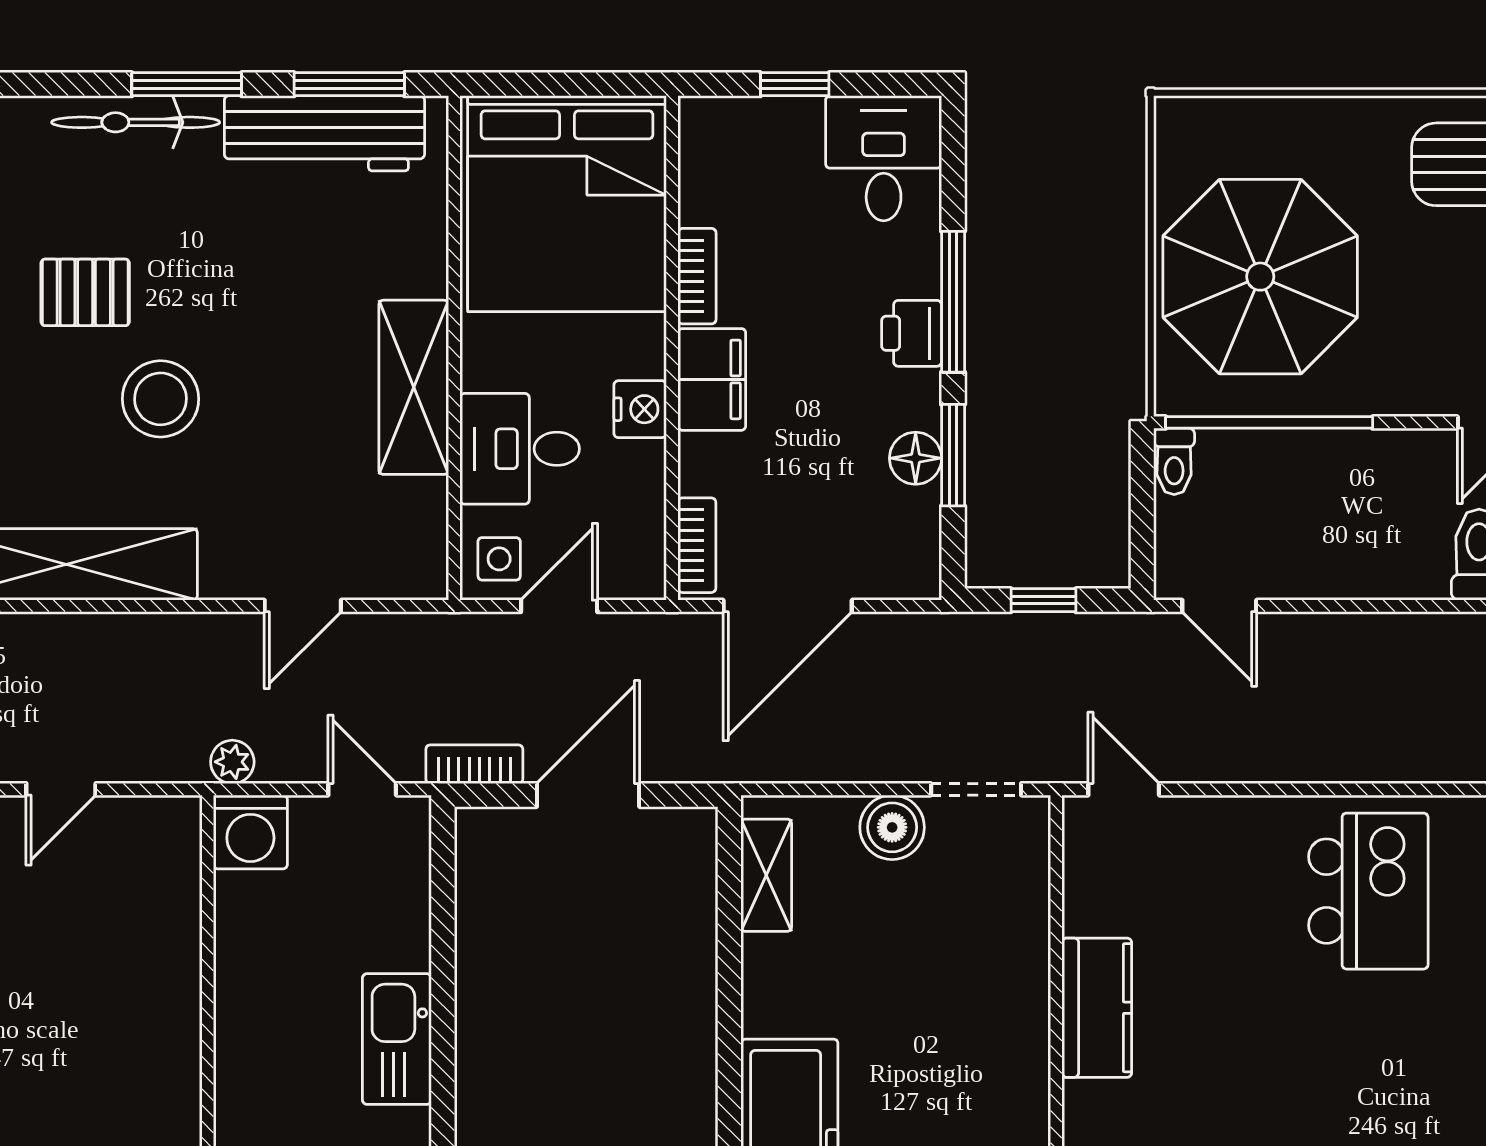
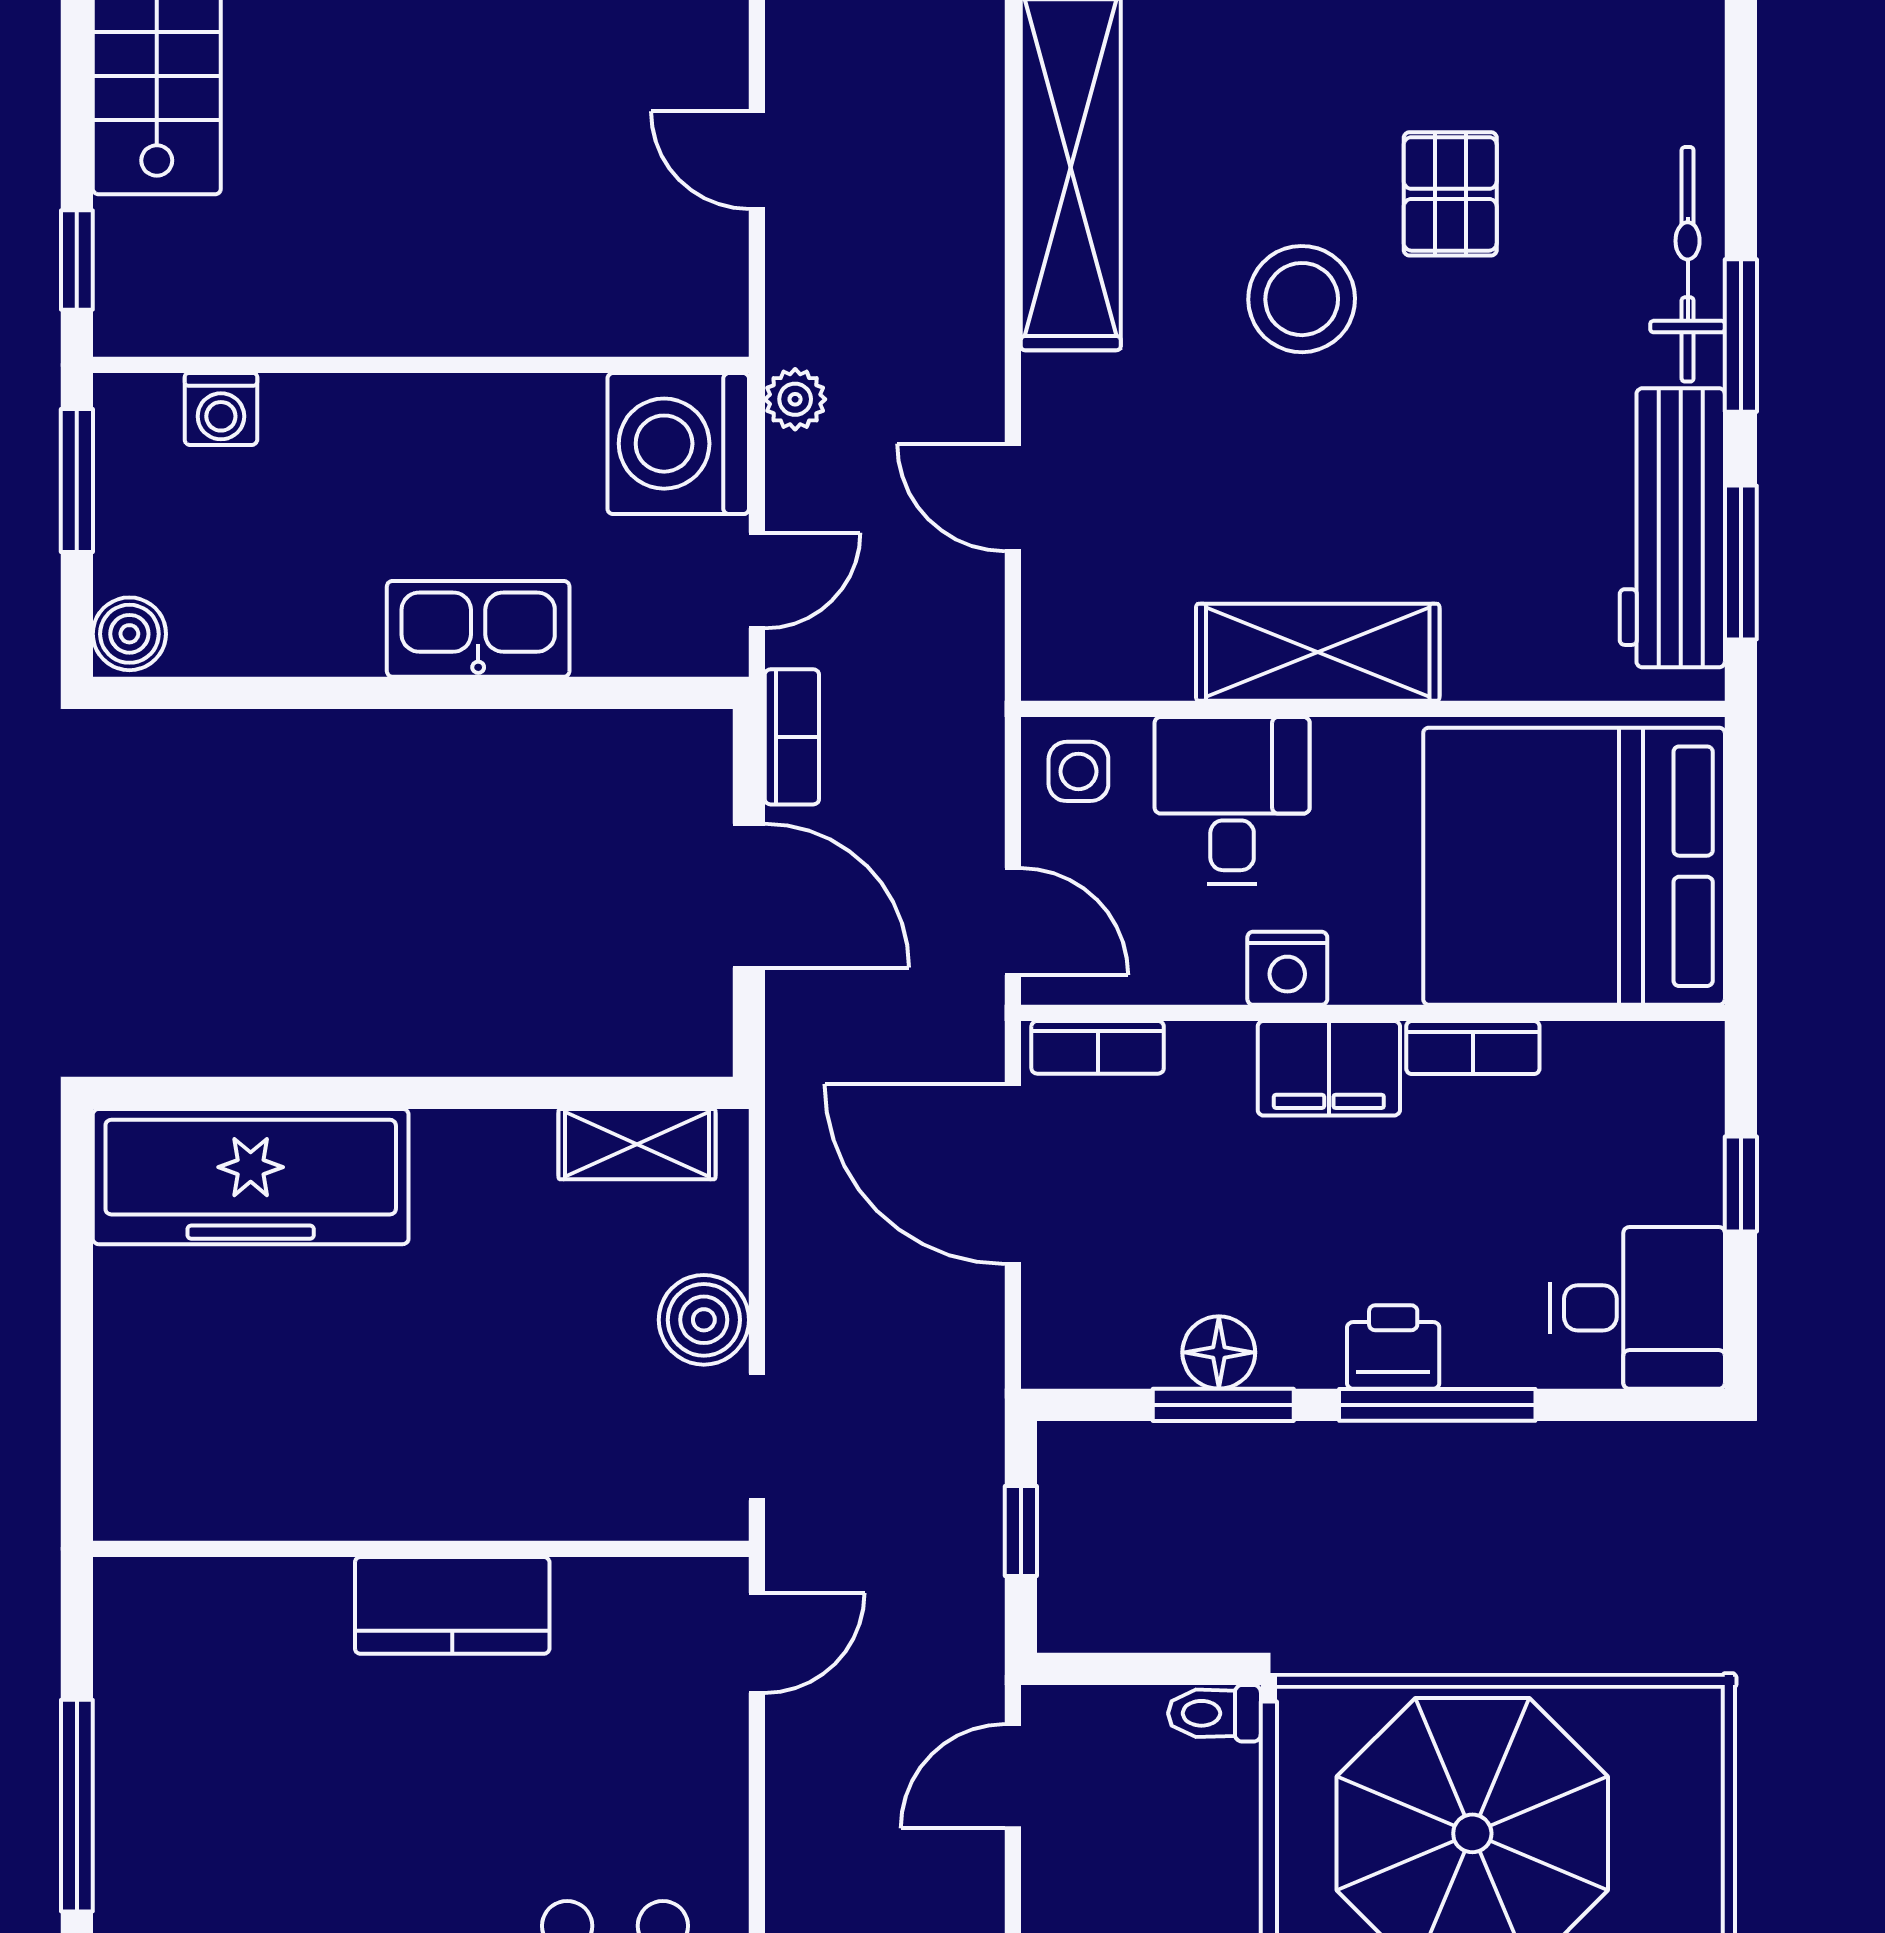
door: (559, 606) -> (1013, 922), moved
washing machine: (250, 832) -> (678, 444), width x1.37, depth x1.37
kitchen sink: (397, 1039) -> (478, 629), moved

